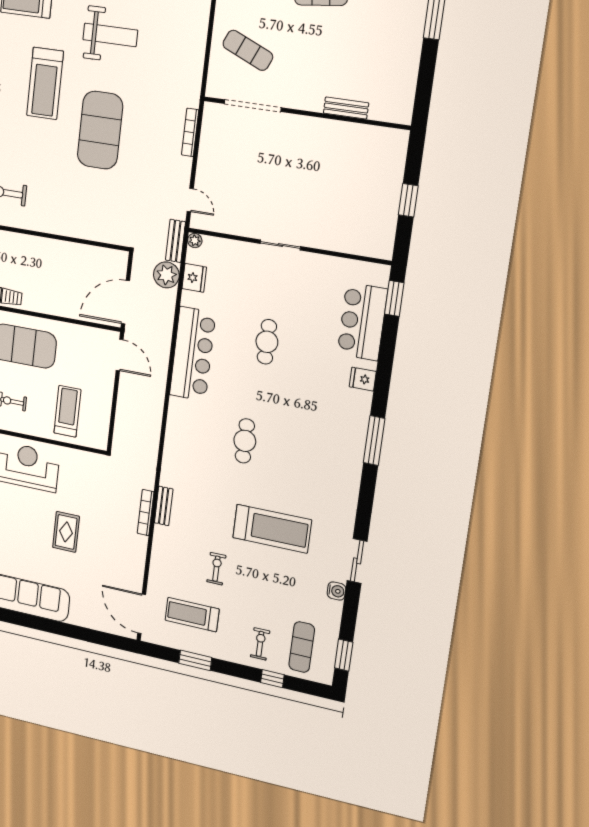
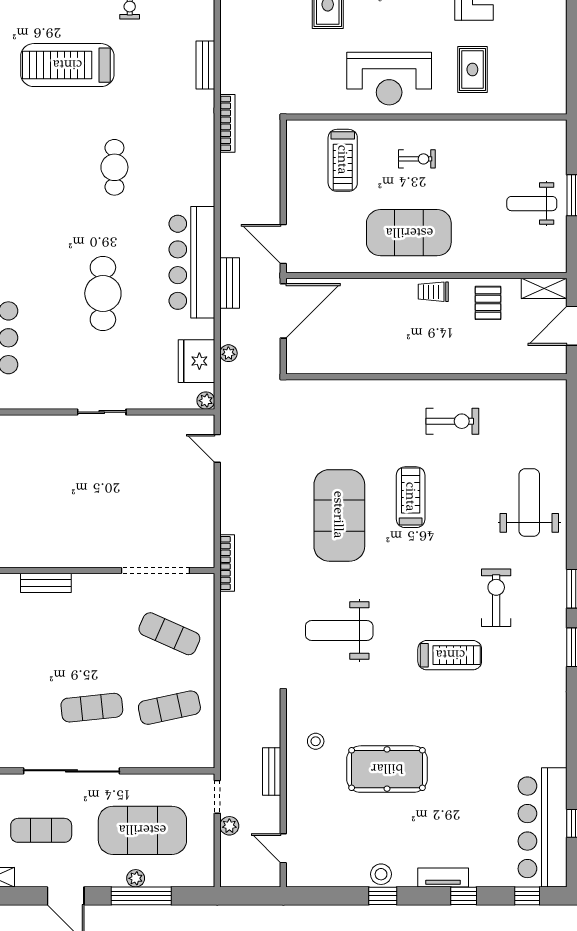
treadmill: (45, 83) -> (411, 497), moved, width x0.73, depth x0.73
bookcase: (190, 132) -> (227, 563), moved
bench: (175, 241) -> (230, 283), moved
plant: (166, 275) -> (228, 353), width x0.53, depth x0.53
fridge: (194, 278) -> (196, 361), width x1.36, depth x1.34
cafe table: (267, 342) -> (103, 293), width x1.37, depth x1.35
bookcase: (146, 513) -> (227, 123), moved

